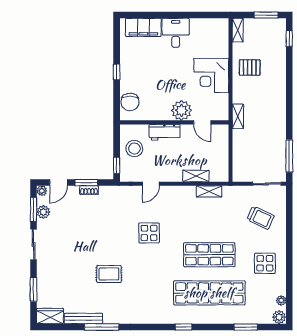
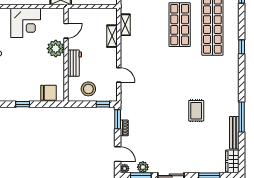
window: (86, 182) -> (118, 119), moved
display table: (149, 233) -> (161, 76), removed

